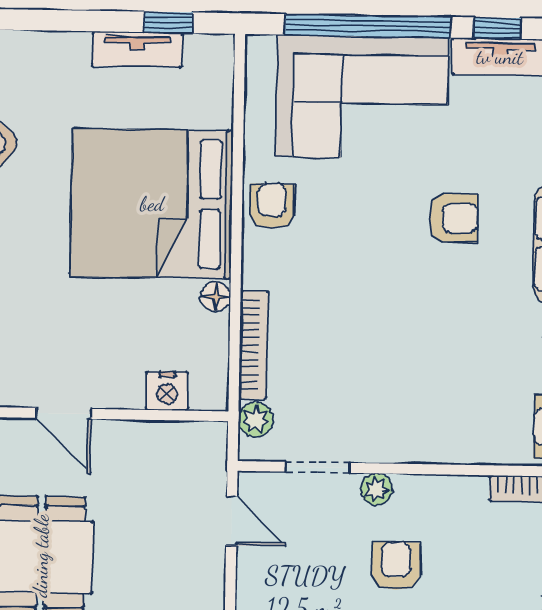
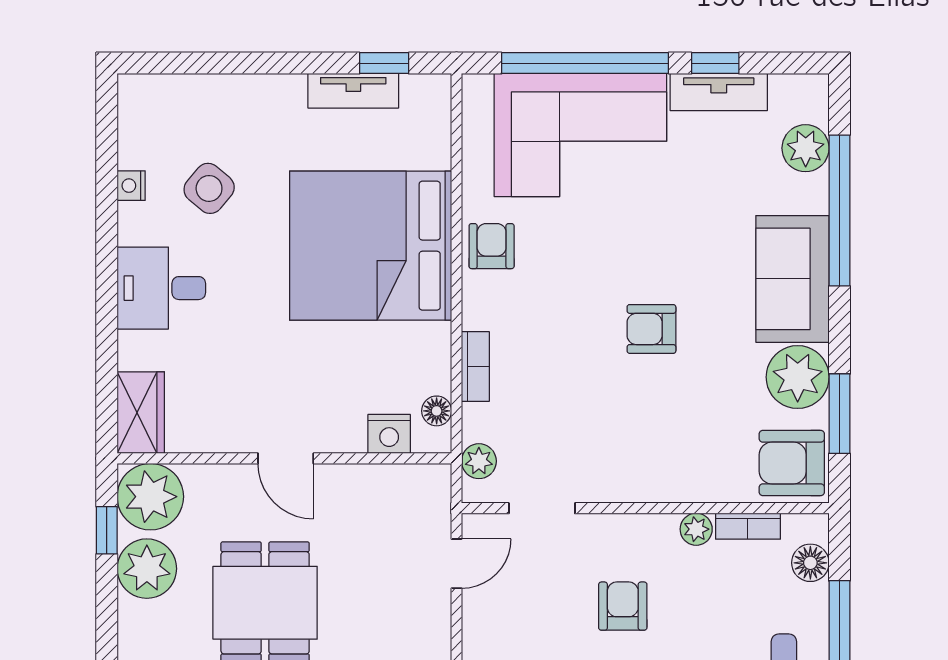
armchair: (453, 218) -> (651, 329), moved, turned 180
floor lamp: (216, 297) -> (437, 411), moved
bookcase: (253, 345) -> (475, 366), width x0.64
plant: (376, 489) -> (696, 529), moved
door: (232, 521) -> (456, 564), hinge flipped

